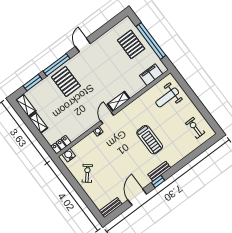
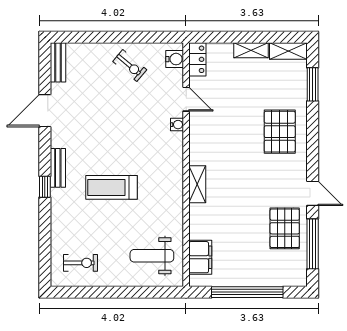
pallet: (131, 44) -> (285, 228), moved, turned 90
window: (56, 65) -> (313, 244), moved
pallet: (66, 82) -> (280, 132), turned 90
weight bench: (167, 97) -> (152, 256), turned -90
door: (107, 118) -> (186, 99), moved
window: (158, 181) -> (45, 187), moved
door: (137, 197) -> (45, 111), swing flipped

